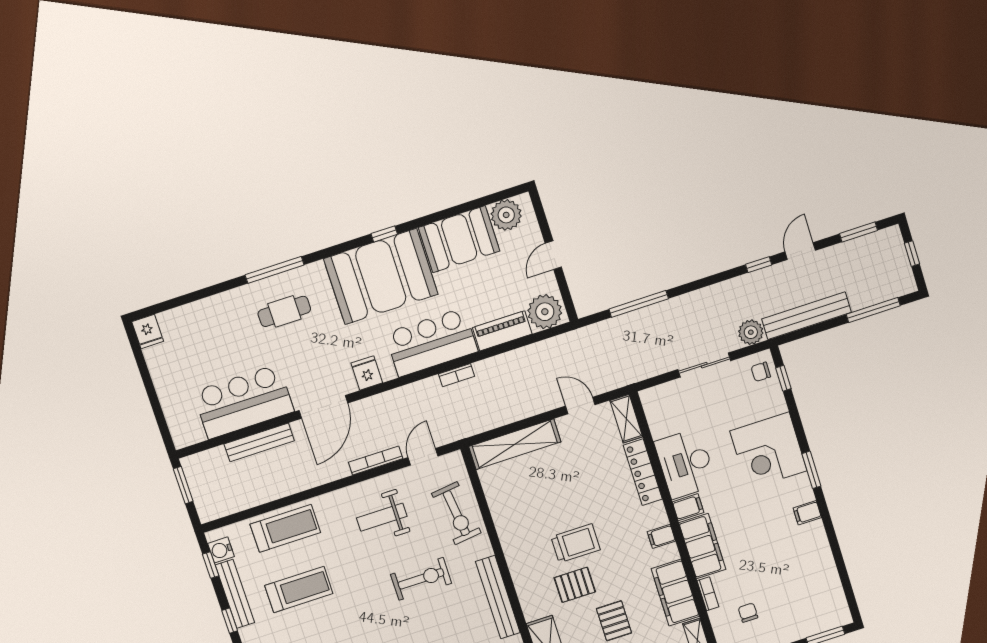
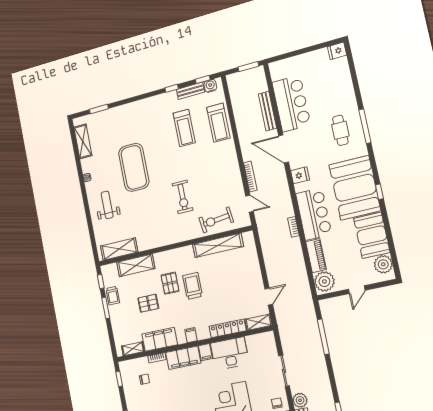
door: (553, 255) -> (357, 290), swing flipped
shelving: (515, 444) -> (218, 245), moved, turned 90
weight bench: (382, 517) -> (219, 178), removed
trolley: (576, 543) -> (193, 286), turned 180
bench: (235, 594) -> (190, 91), width x0.73
bench: (498, 597) -> (168, 239), removed

